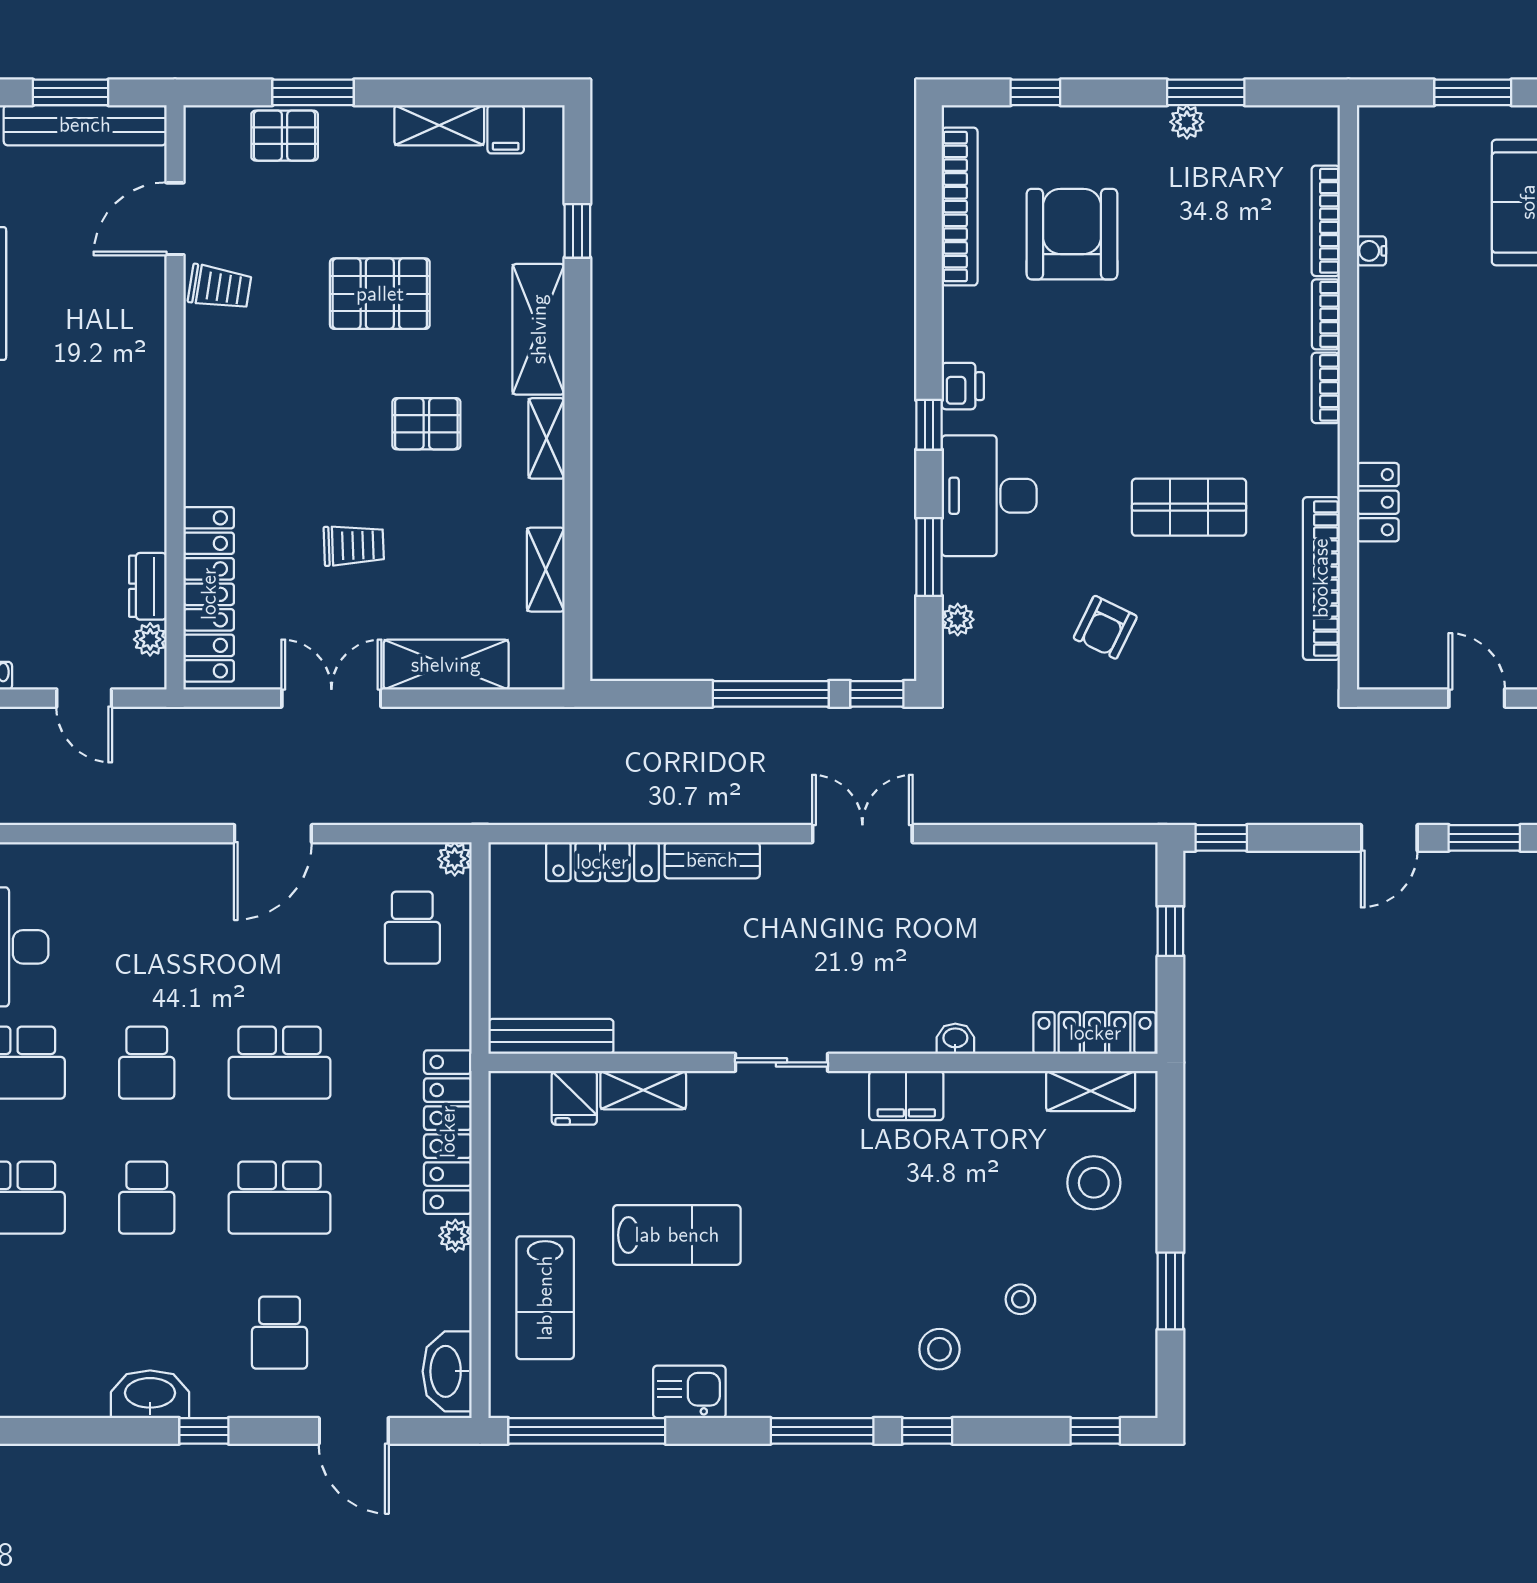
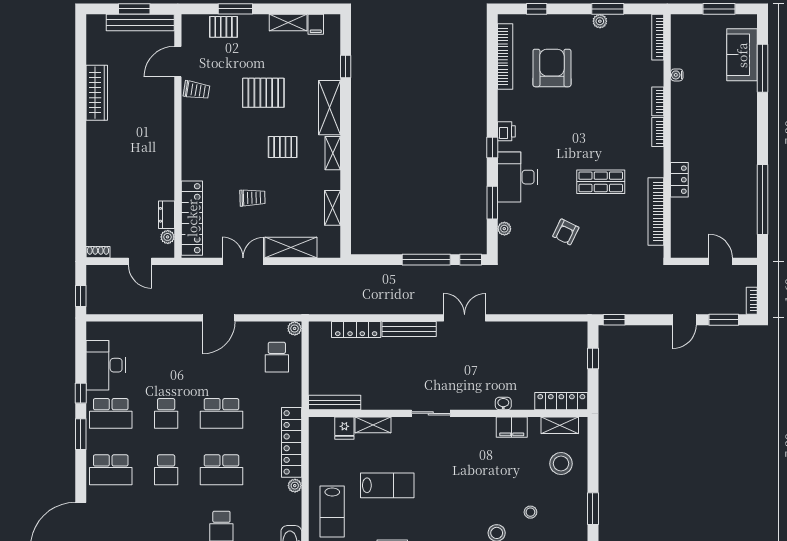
bookcase: (1326, 221) -> (658, 37), moved
bench: (712, 860) -> (409, 329), width x1.36
filing cabinet: (906, 1096) -> (512, 427), moved

